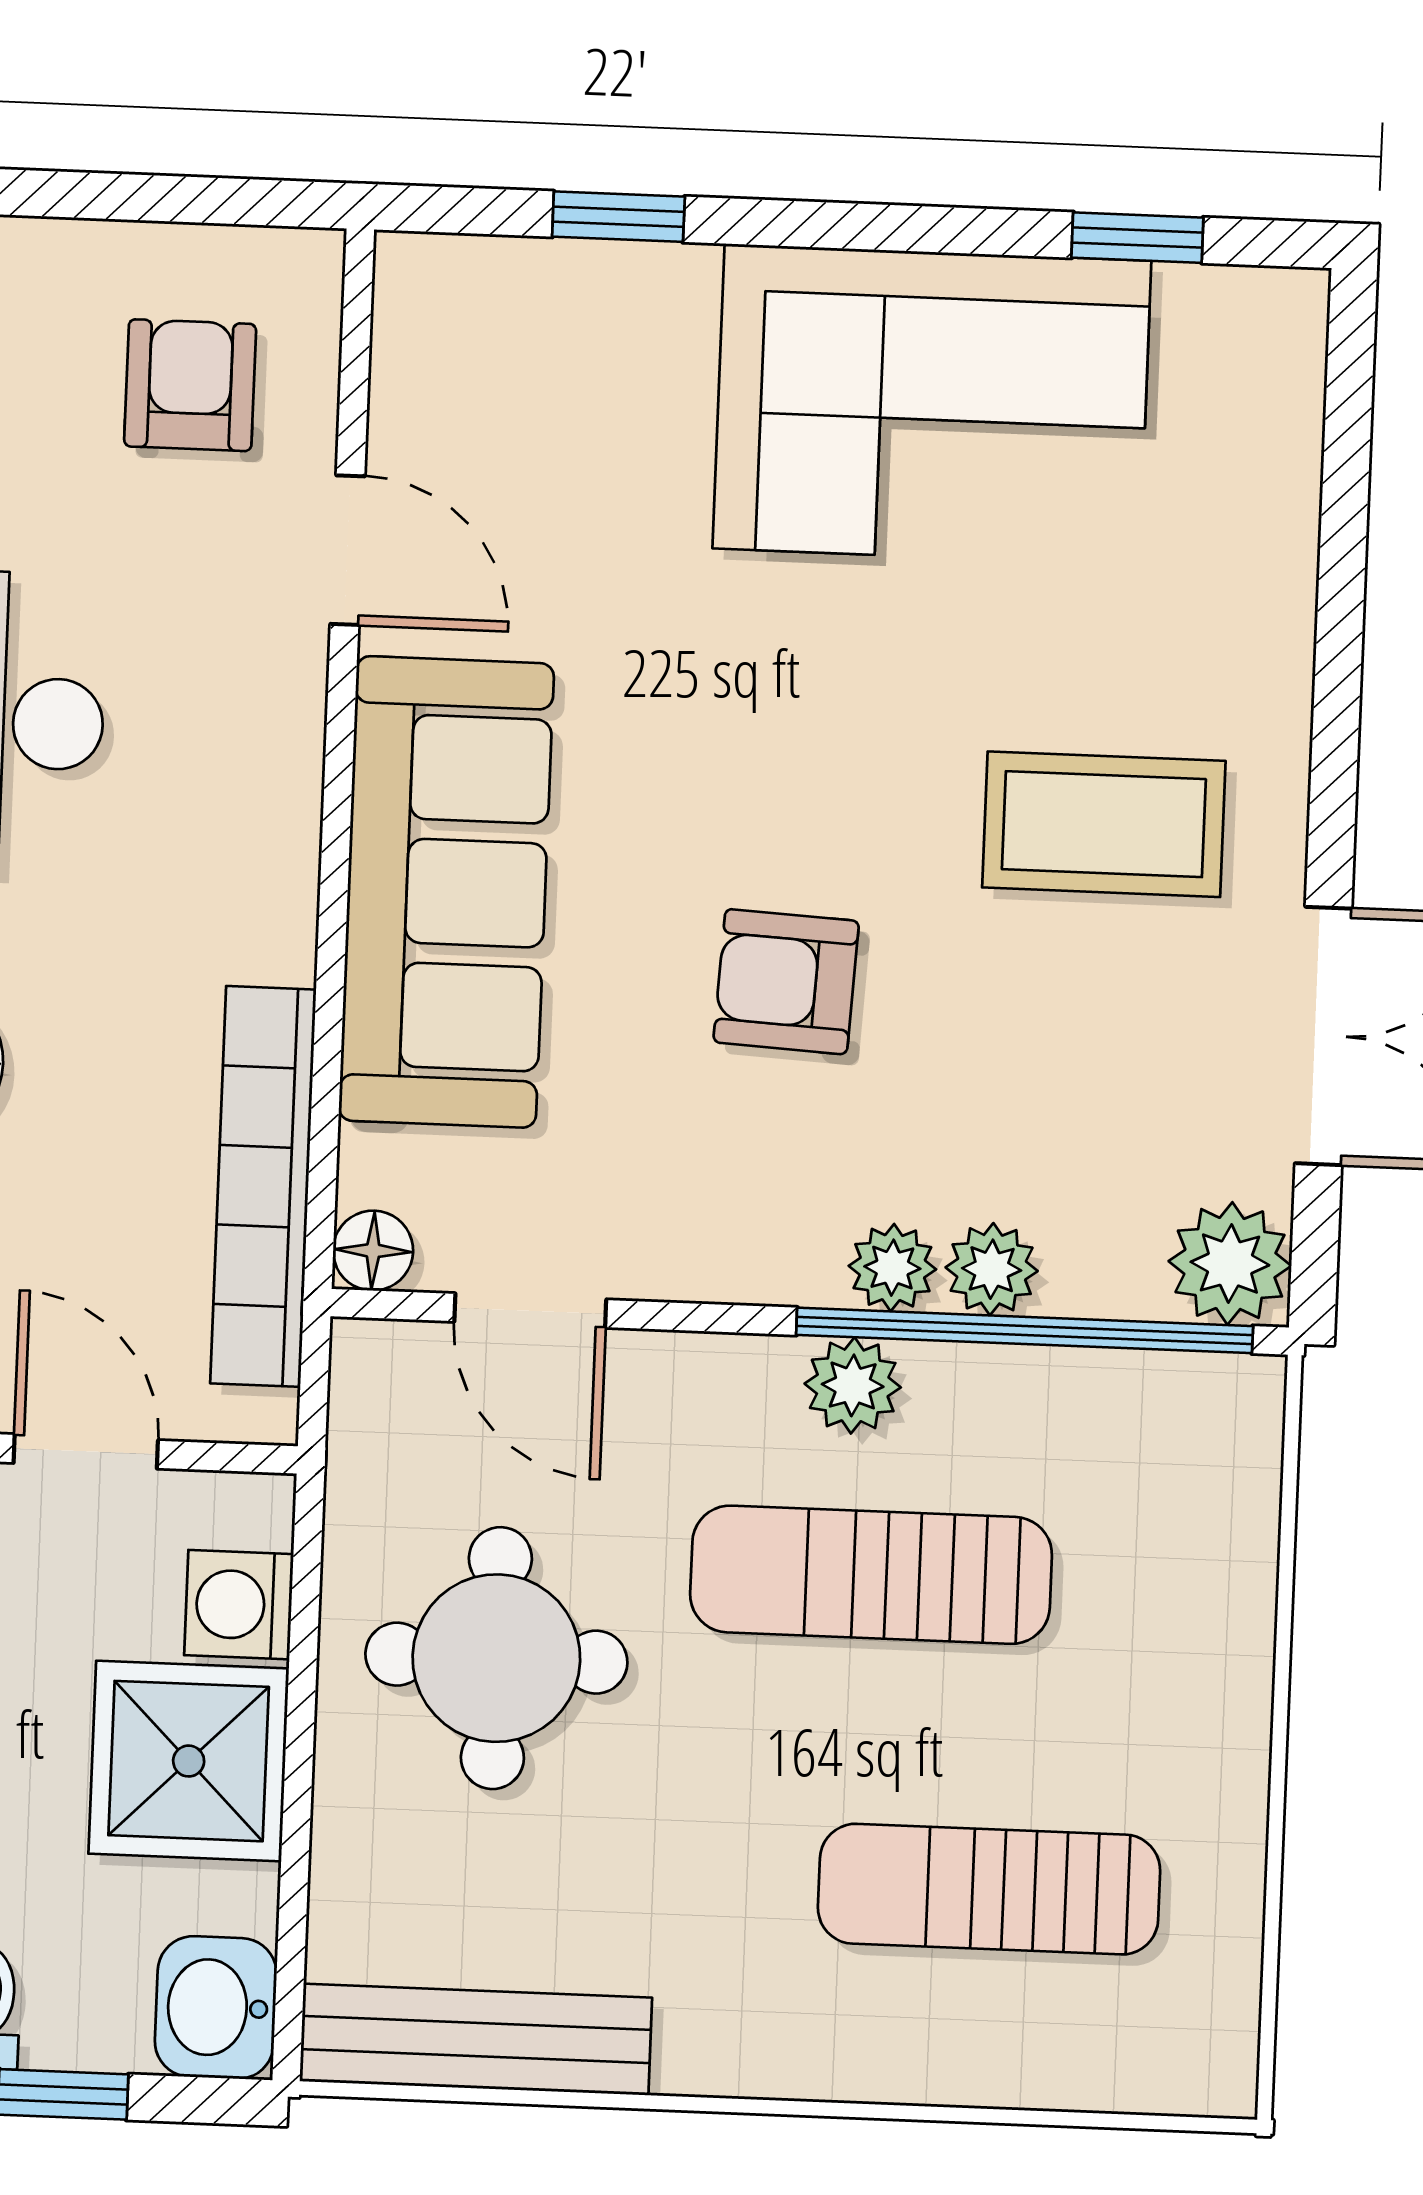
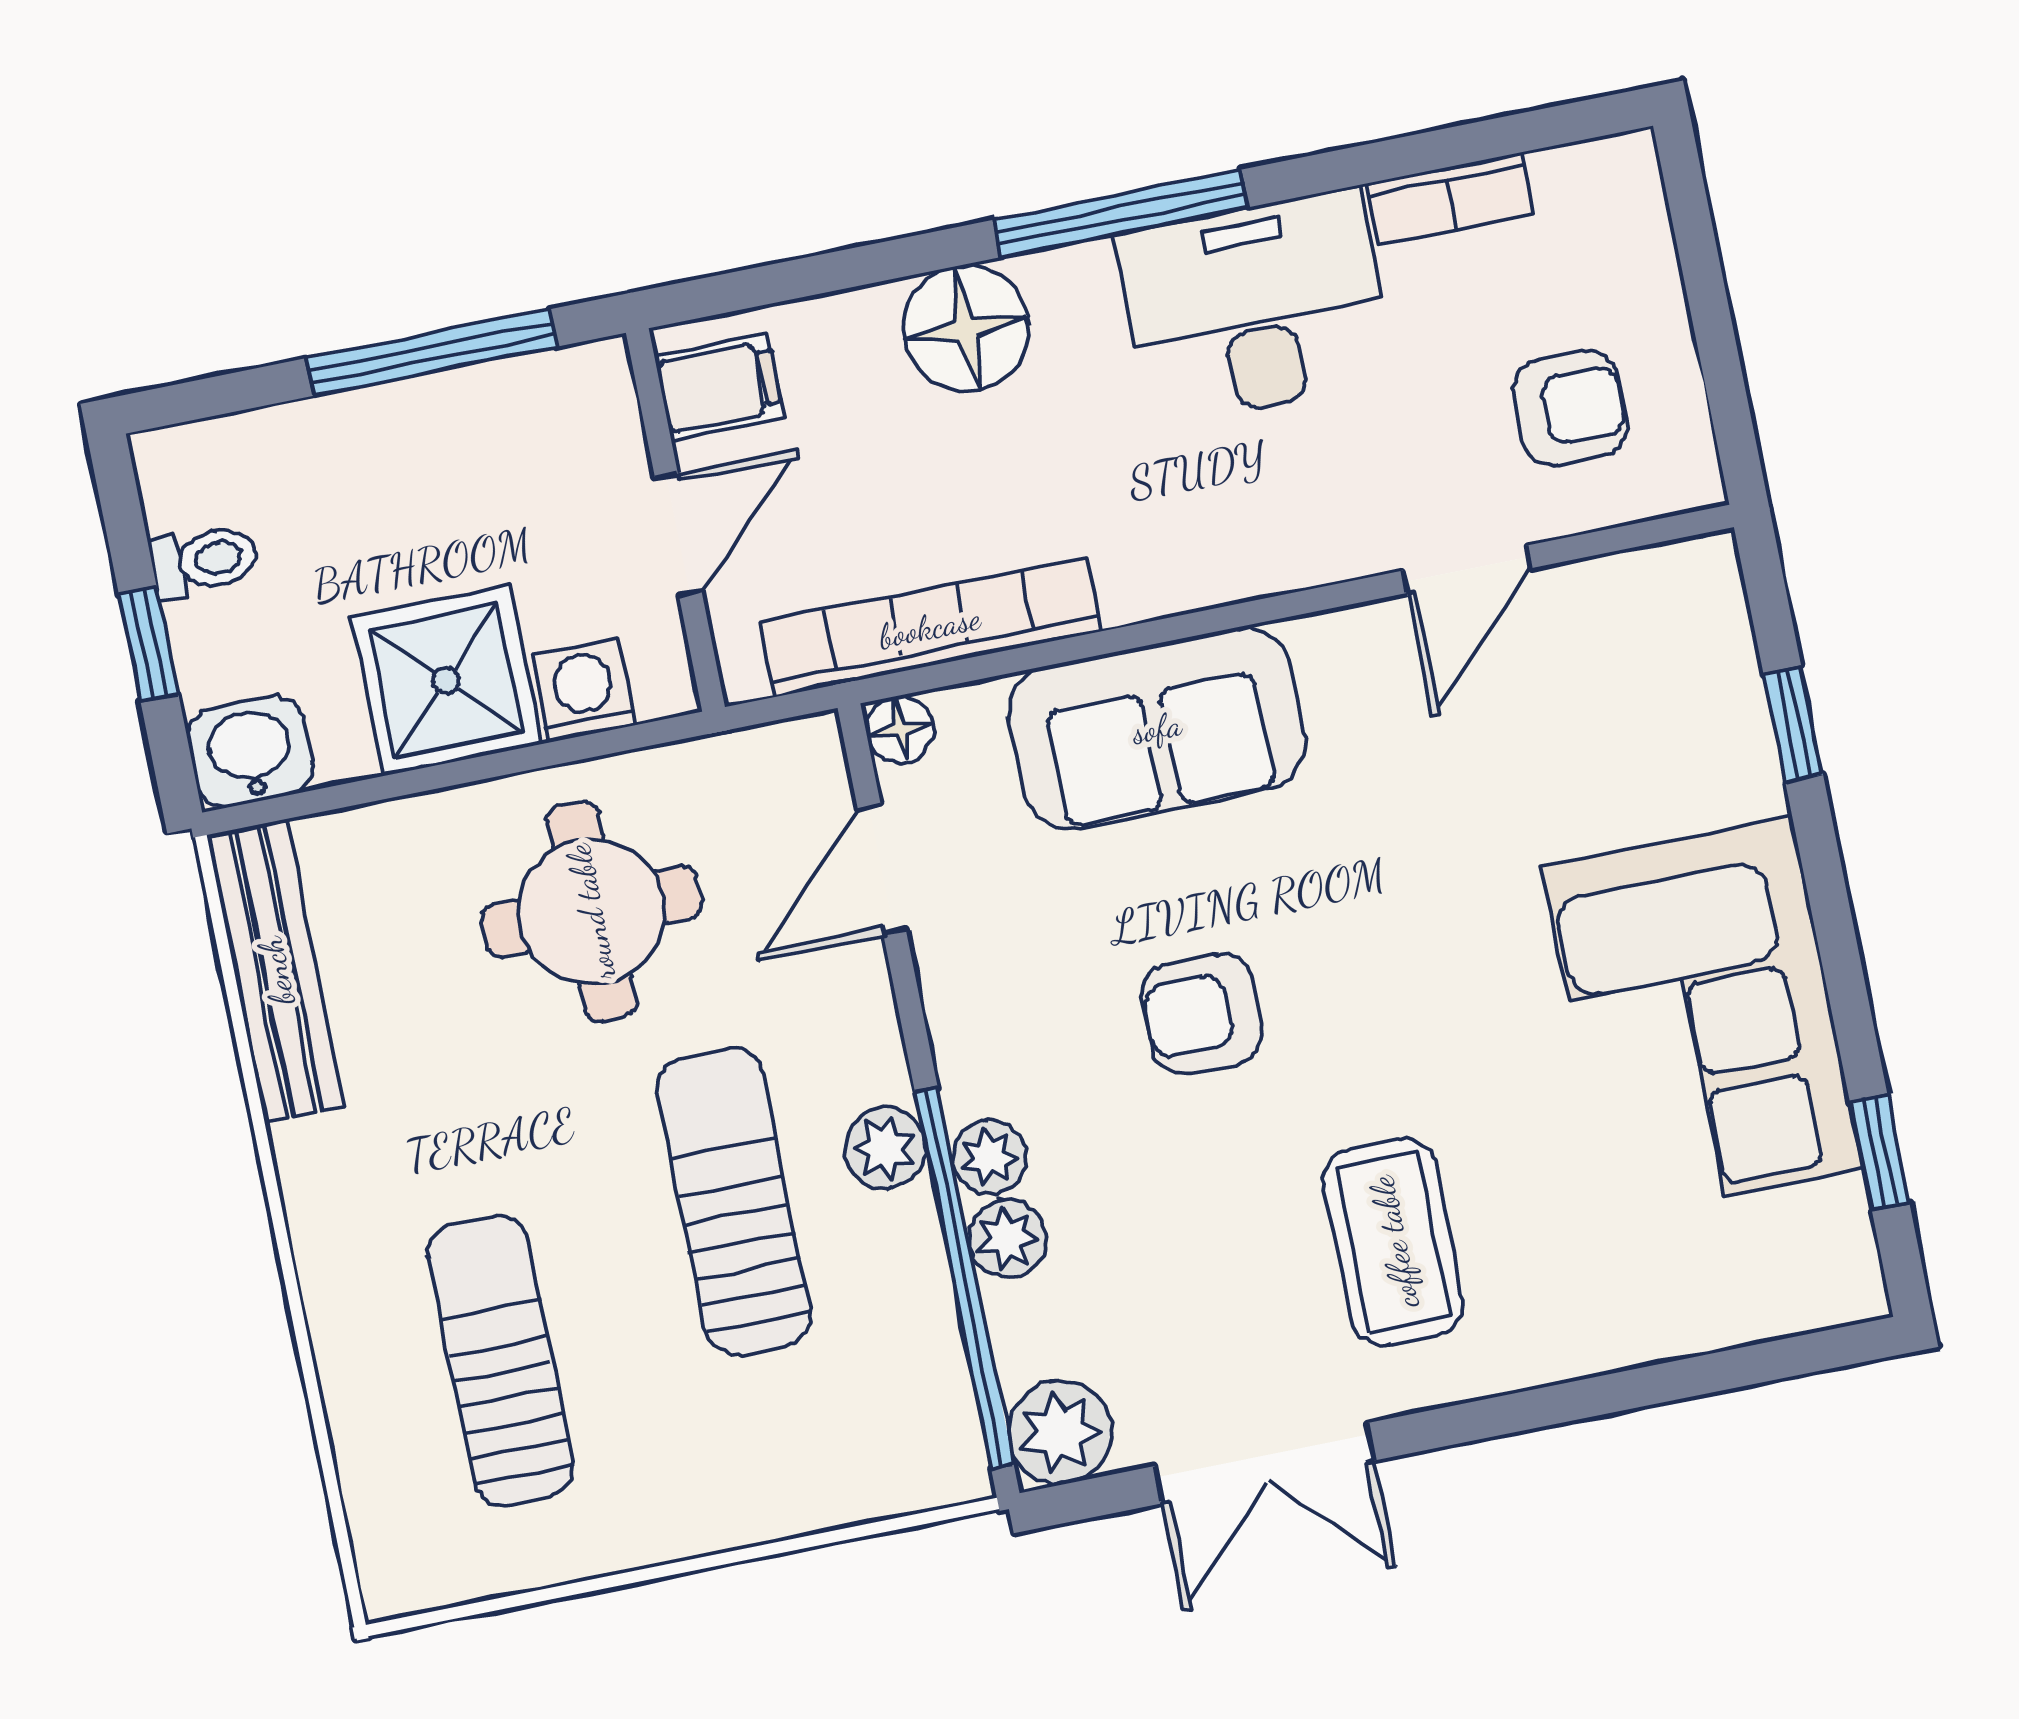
sofa: (446, 892) -> (1157, 728), width x0.73
armchair: (786, 982) -> (1202, 1014), turned -93

